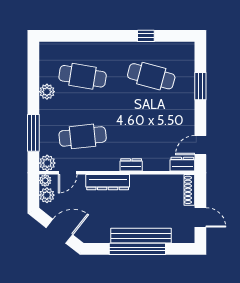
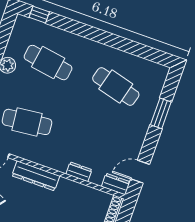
window: (146, 36) -> (39, 15), moved
dresser: (131, 165) -> (79, 172), moved

